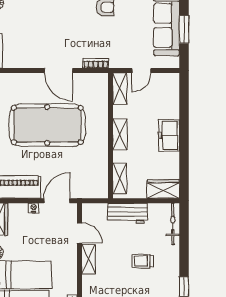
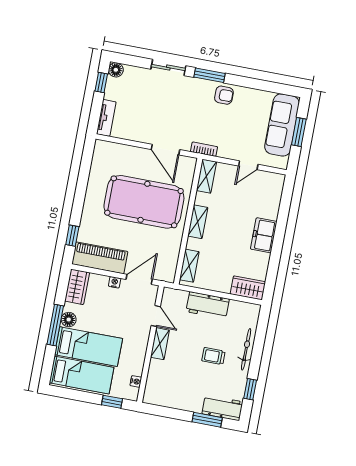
shelving: (120, 89) -> (206, 176), moved
shelving: (120, 134) -> (198, 222), moved
wall: (110, 136) -> (188, 221), moved
shelving: (120, 178) -> (189, 266), moved
bicycle: (173, 224) -> (246, 349), moved

